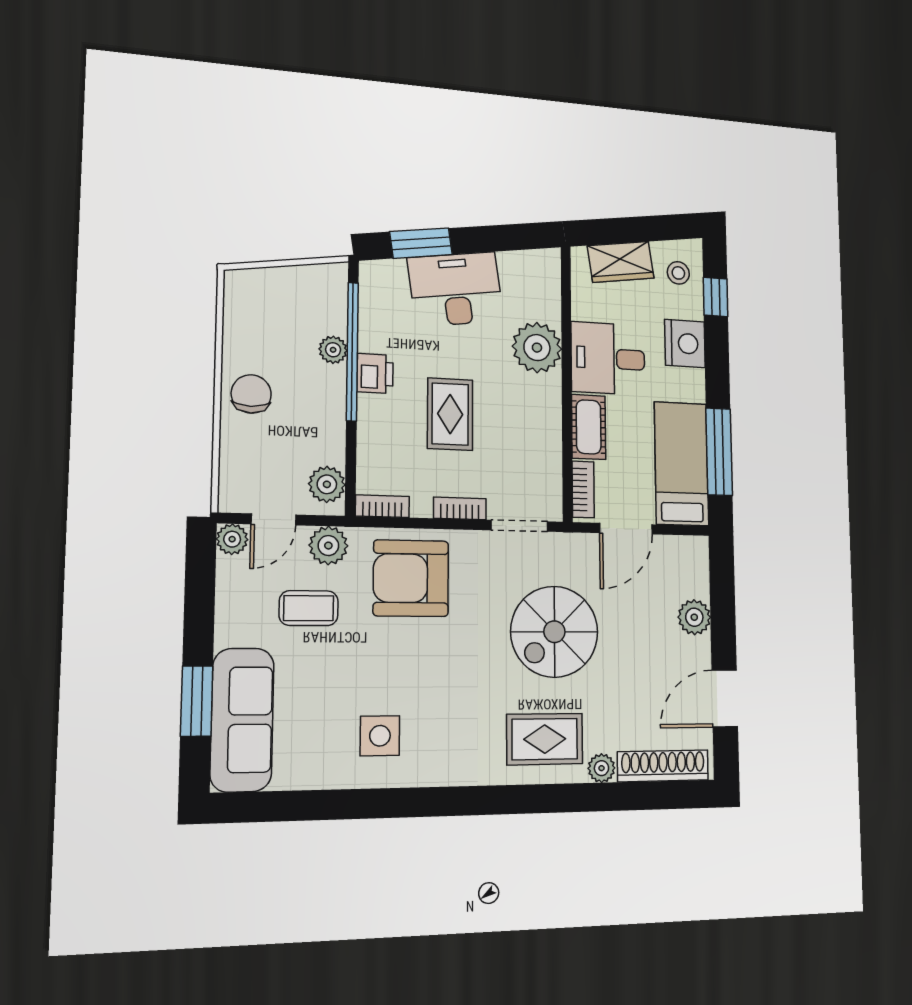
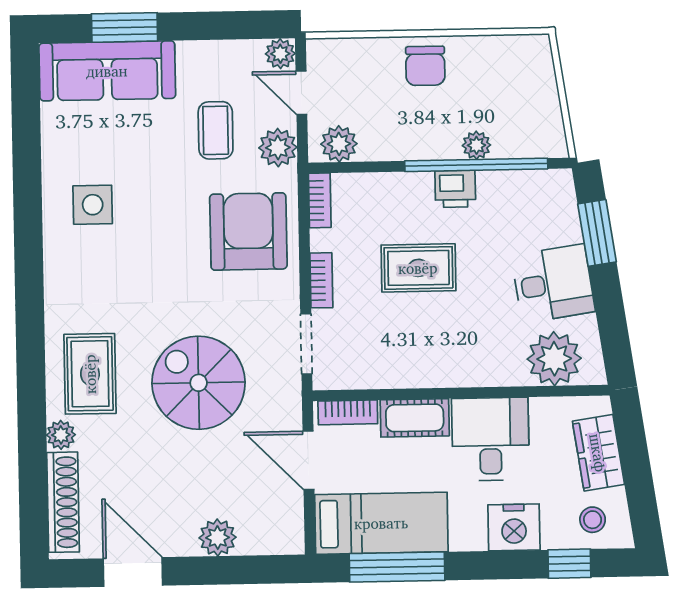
desk: (456, 289) -> (553, 284), width x0.73
plant: (537, 348) -> (554, 359), moved
chair: (251, 394) -> (425, 66), turned 90

